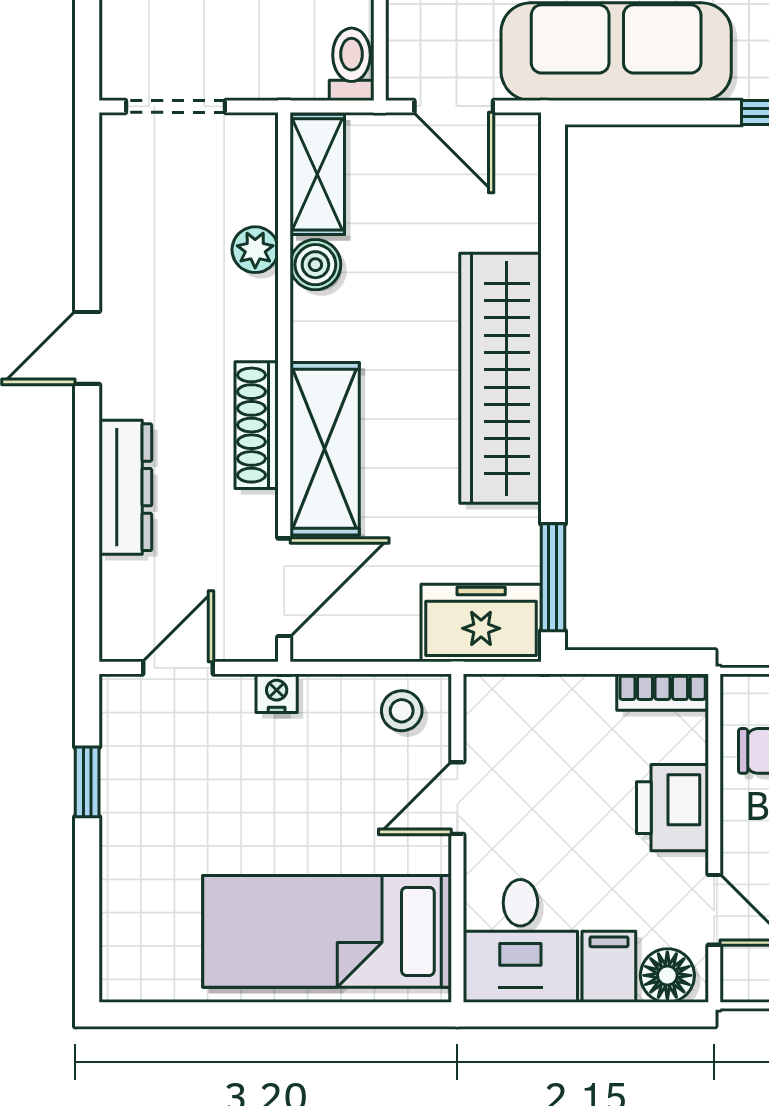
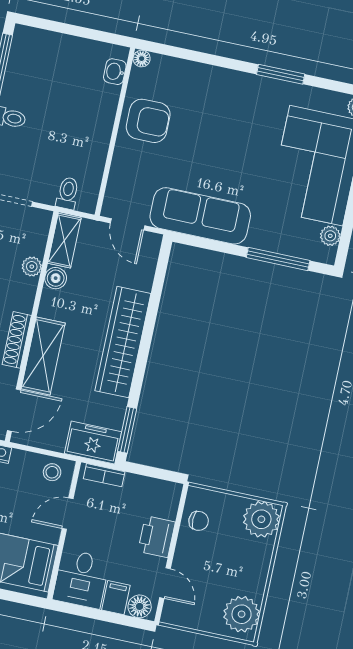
toilet: (352, 64) -> (68, 193), moved
bookcase: (663, 692) -> (104, 475), moved

